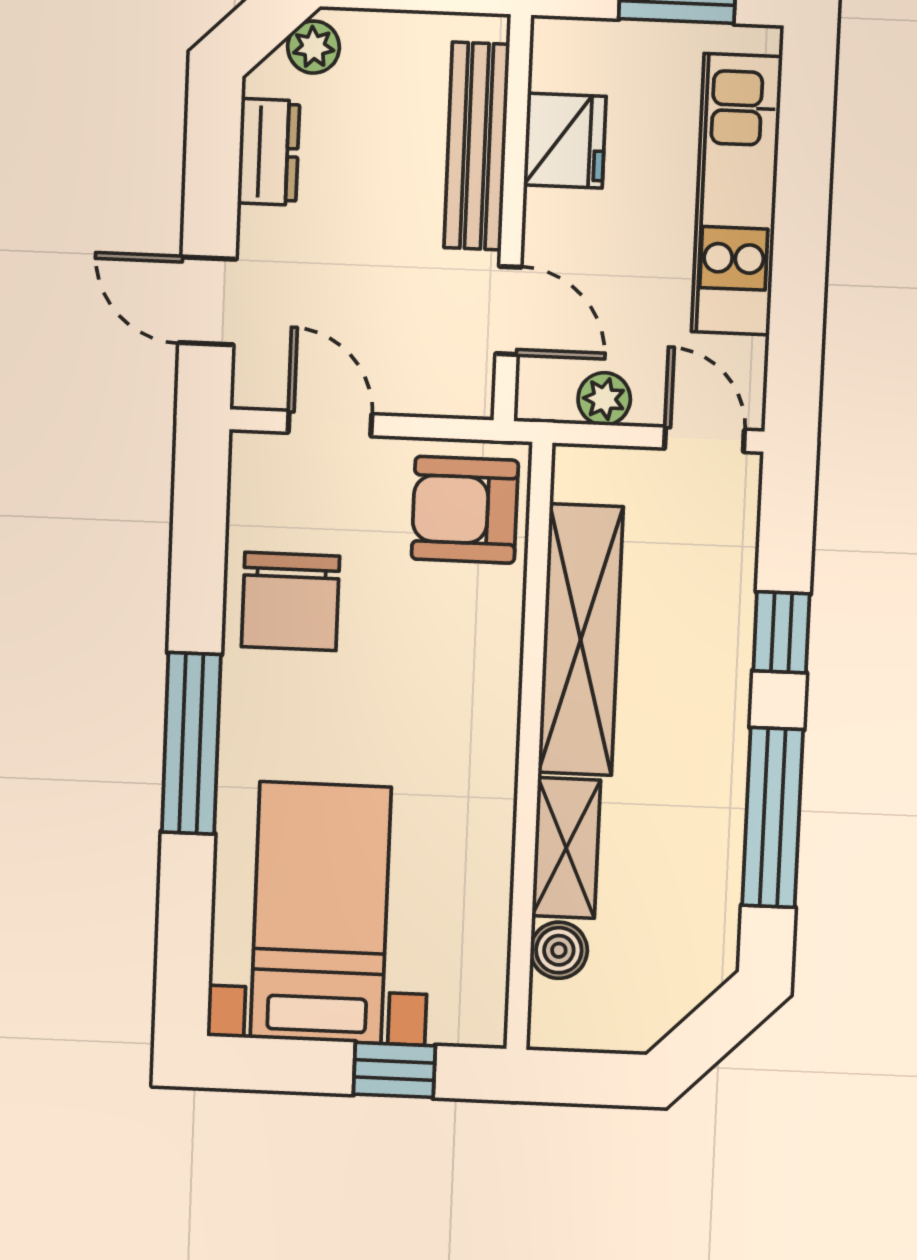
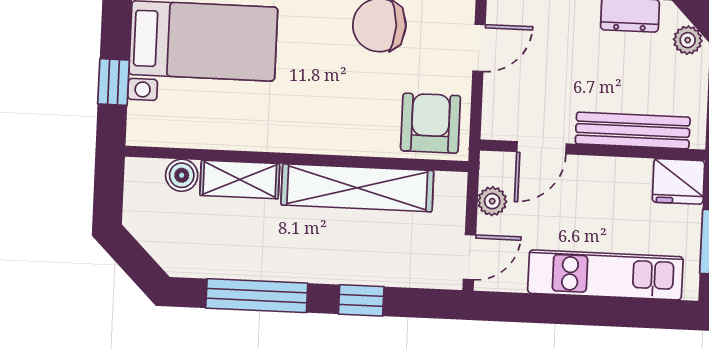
fridge: (565, 141) -> (678, 181), moved

